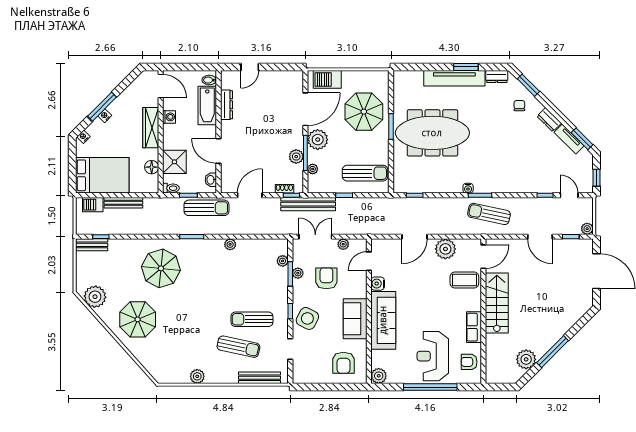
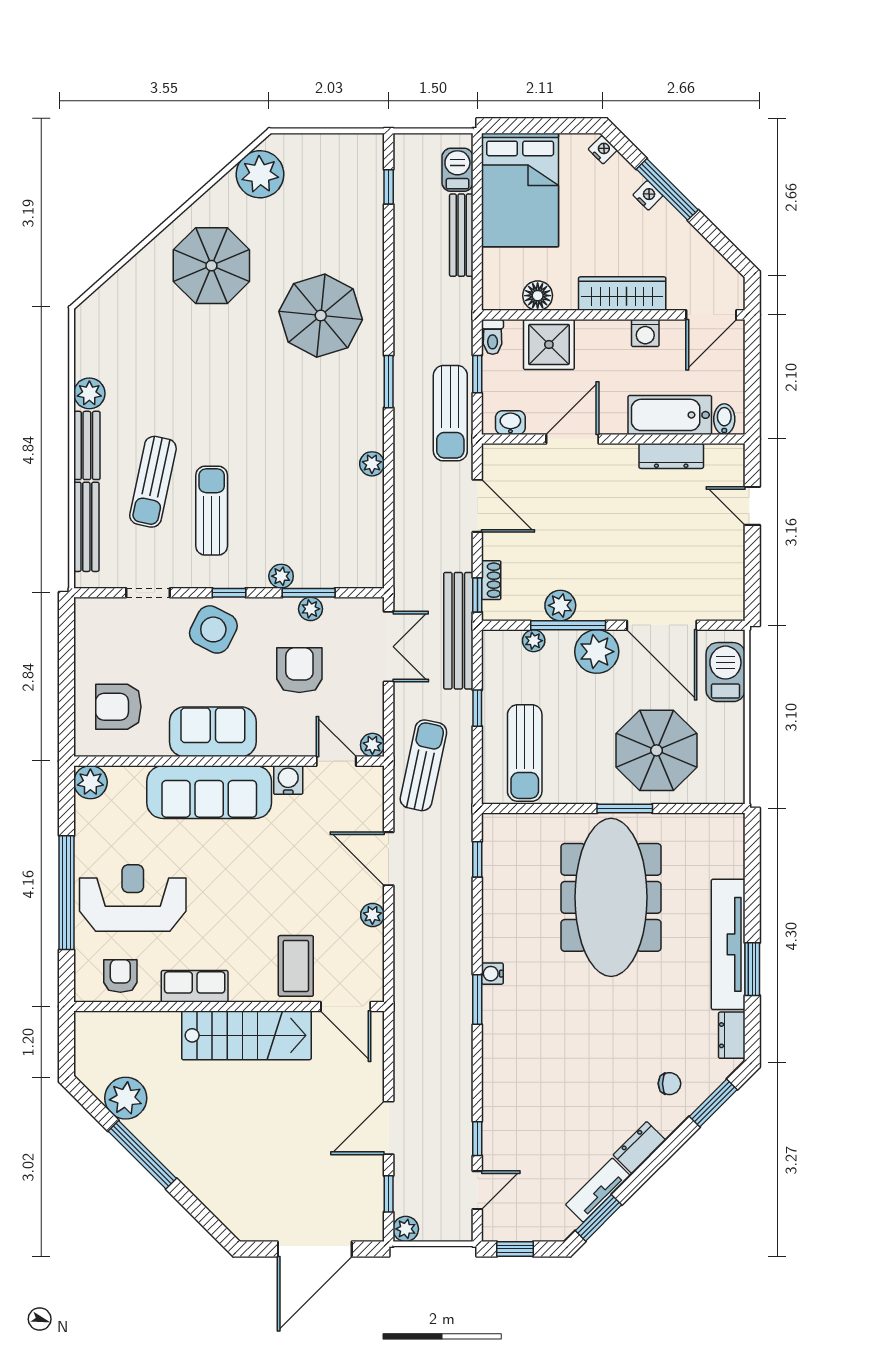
sun lounger: (489, 214) -> (423, 765), moved
plant: (343, 244) -> (372, 745), moved
bench: (92, 245) -> (87, 445), moved
plant: (445, 249) -> (372, 915), width x0.53, depth x0.53
plant: (283, 261) -> (281, 576), moved
armchair: (326, 278) -> (299, 670), turned -90

